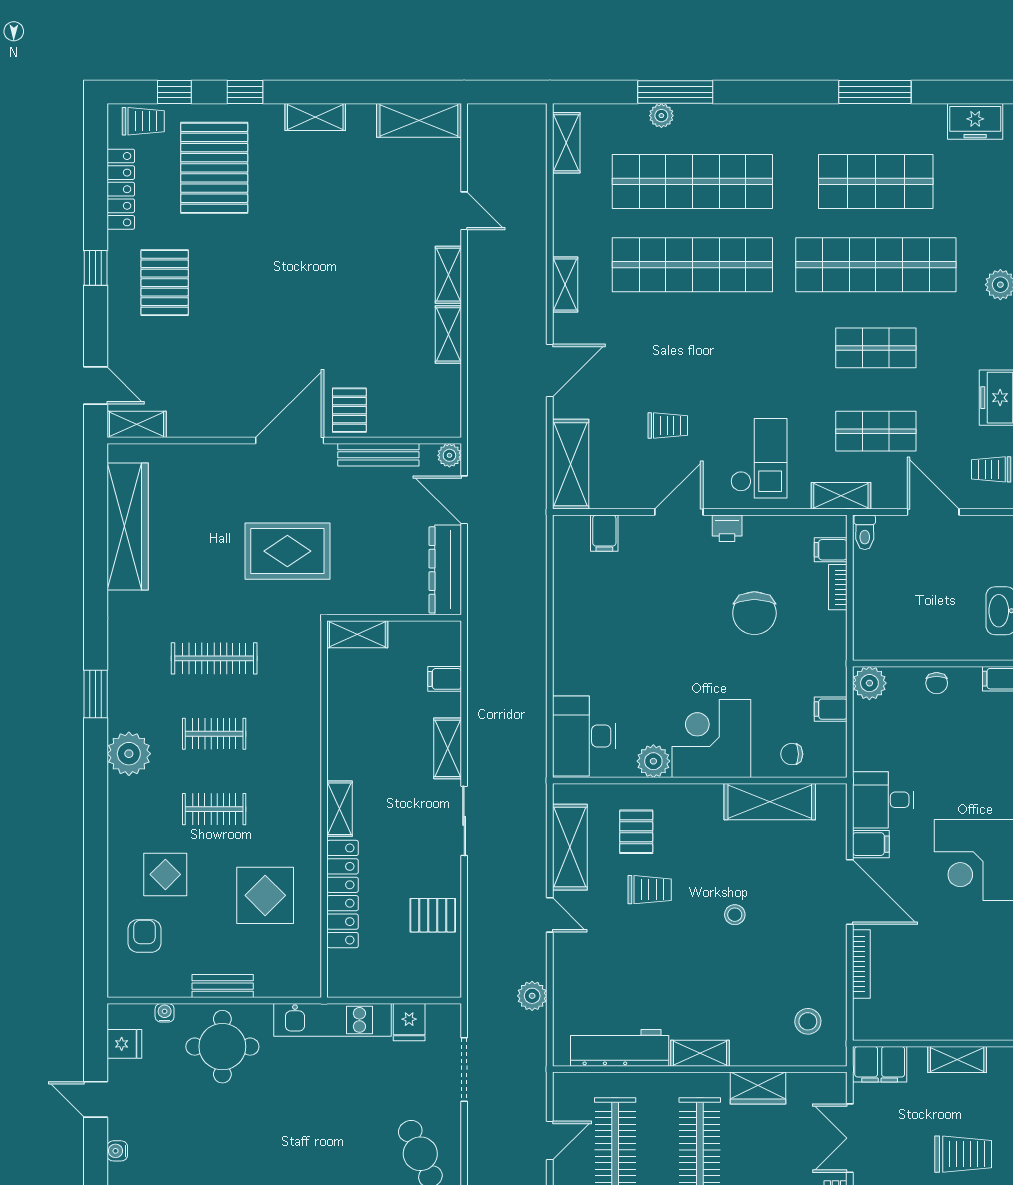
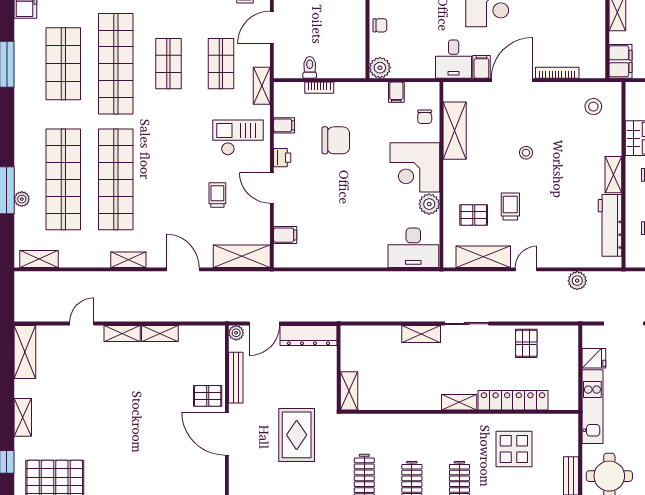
toilet: (865, 532) -> (310, 67), moved, turned -90
filing cabinet: (831, 550) -> (284, 125), moved, turned -90
filing cabinet: (445, 679) -> (377, 336), removed

